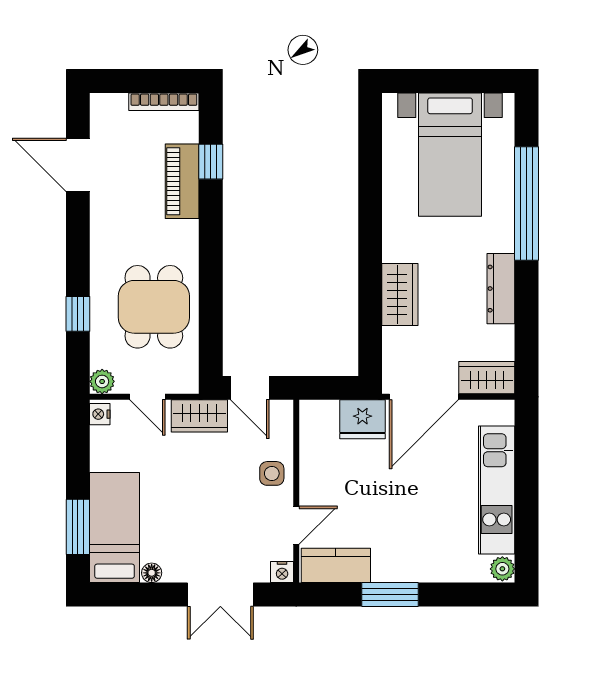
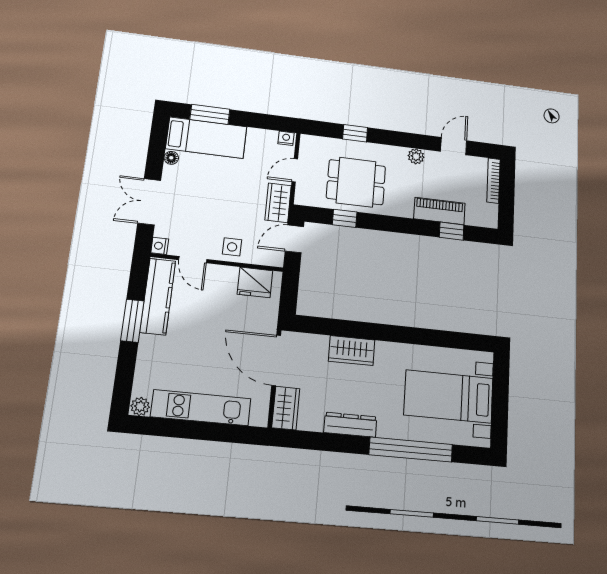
bookcase: (164, 102) -> (493, 181), moved
door: (78, 165) -> (454, 146), width x0.73
window: (211, 319) -> (345, 218), added
plant: (102, 381) -> (416, 156), moved
fridge: (362, 419) -> (255, 282), moved, turned -90
kitchen counter: (336, 565) -> (158, 296), width x1.50

